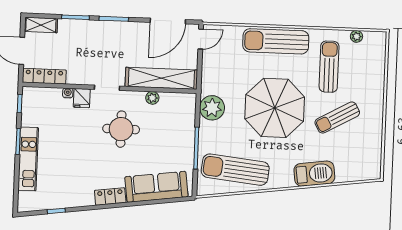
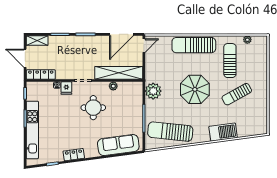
parasol: (275, 108) -> (195, 89), width x0.73, depth x0.73
kitchen unit: (28, 159) -> (32, 130), width x1.36
locker: (110, 196) -> (74, 155), moved

